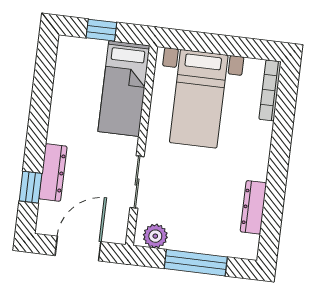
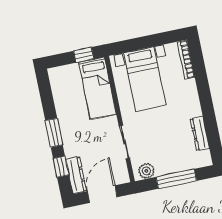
window: (101, 30) -> (84, 55), moved
window: (37, 133) -> (54, 133), added
dresser: (53, 172) -> (76, 175), moved

